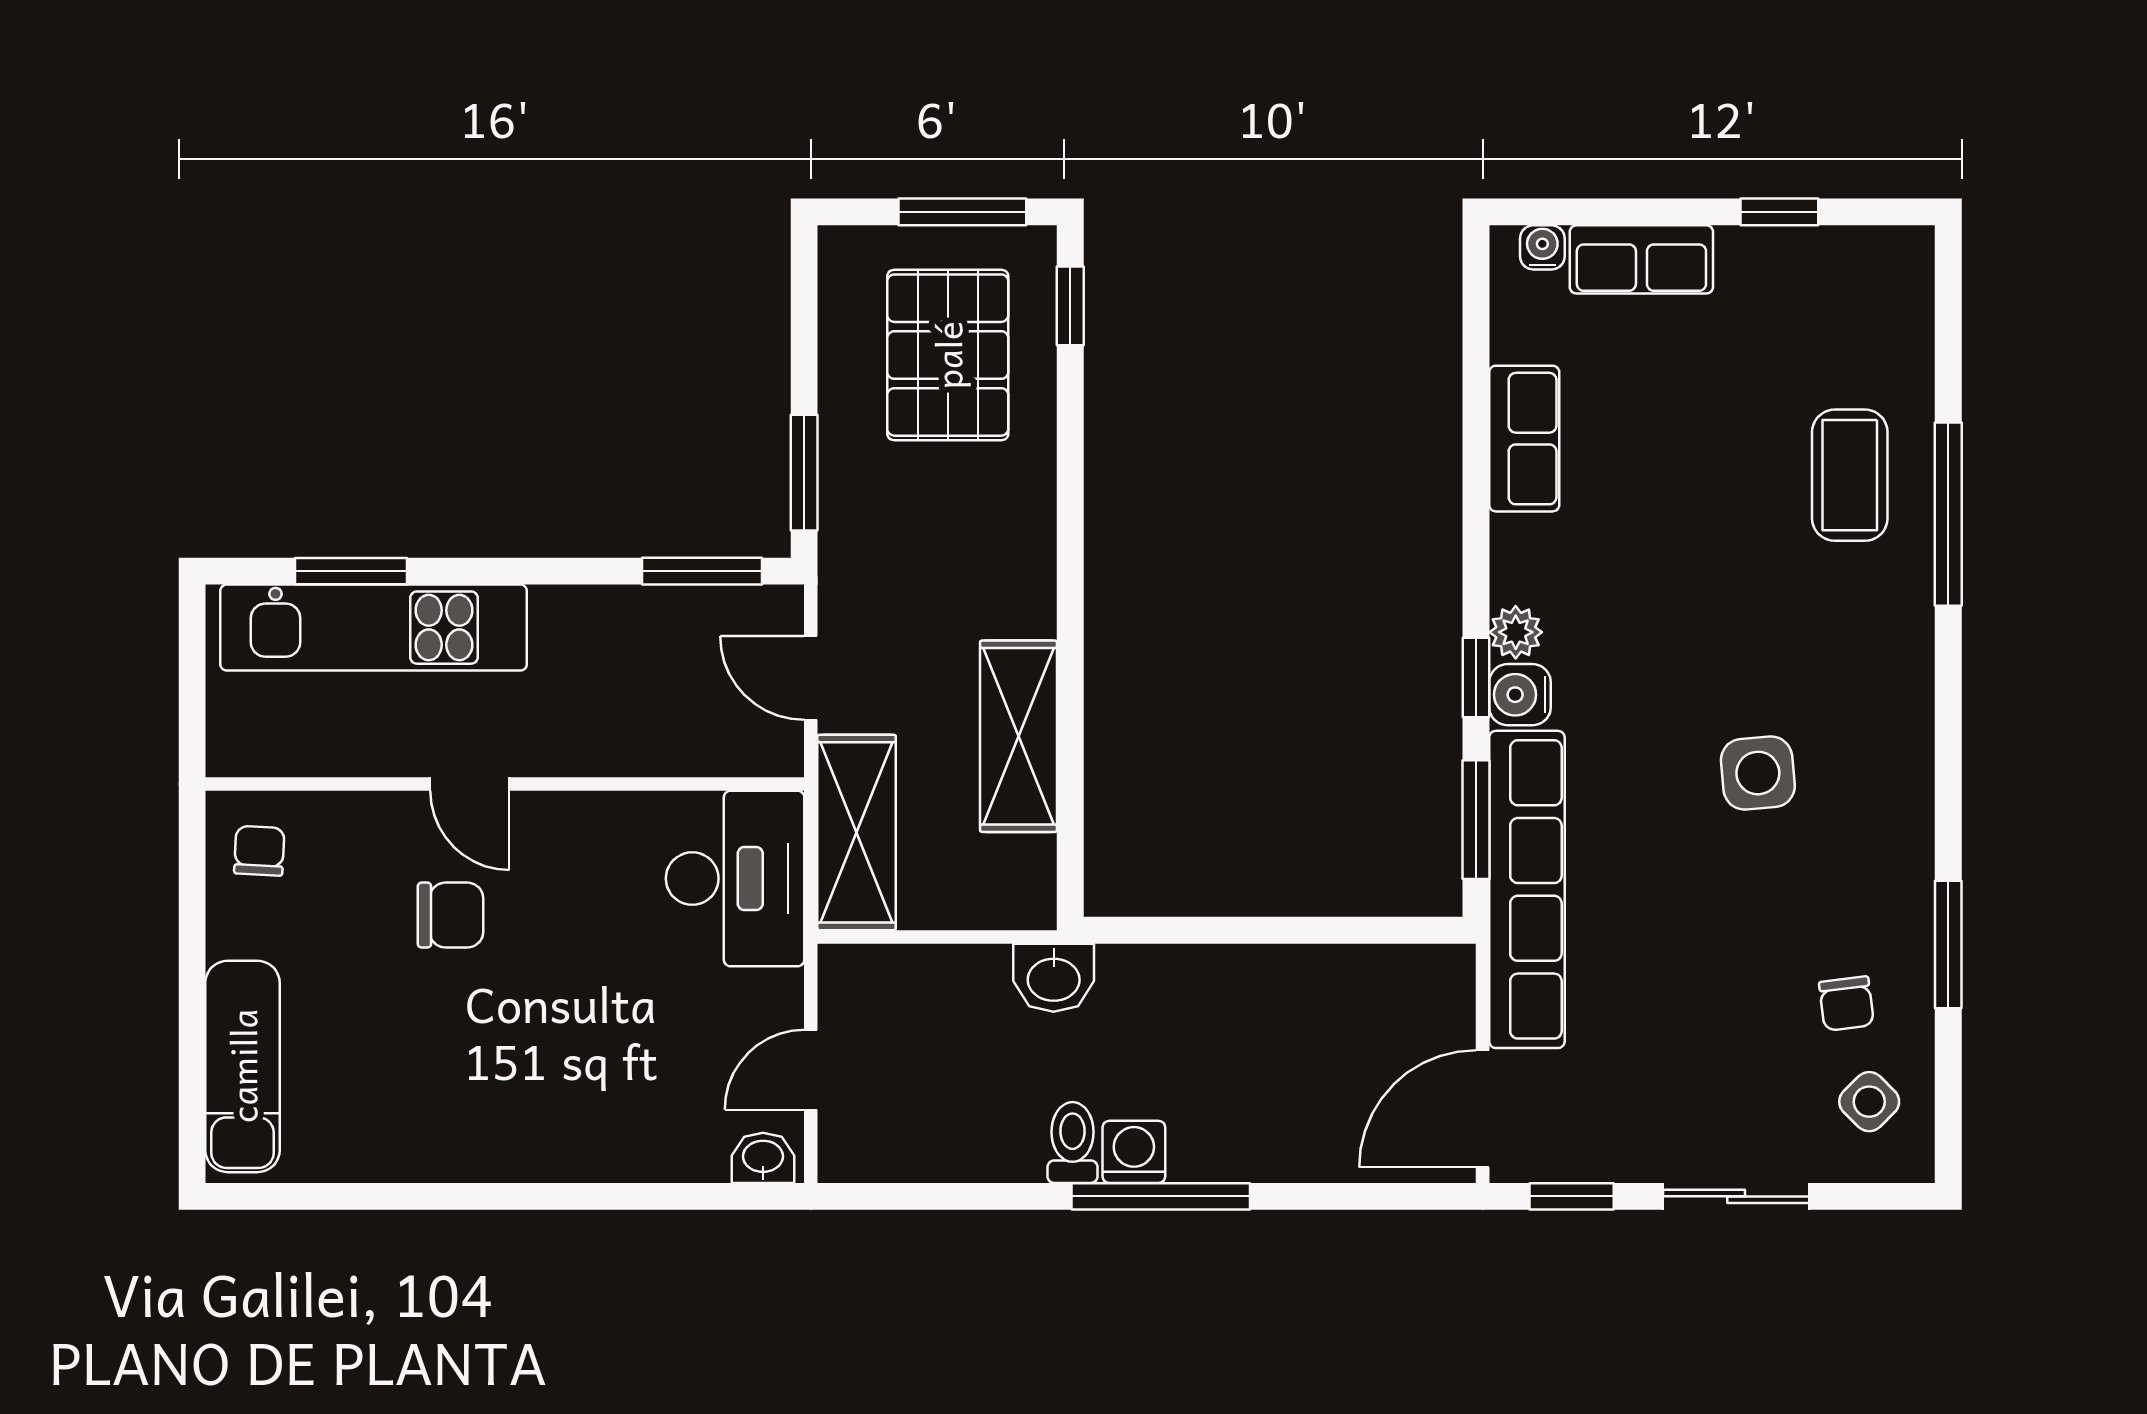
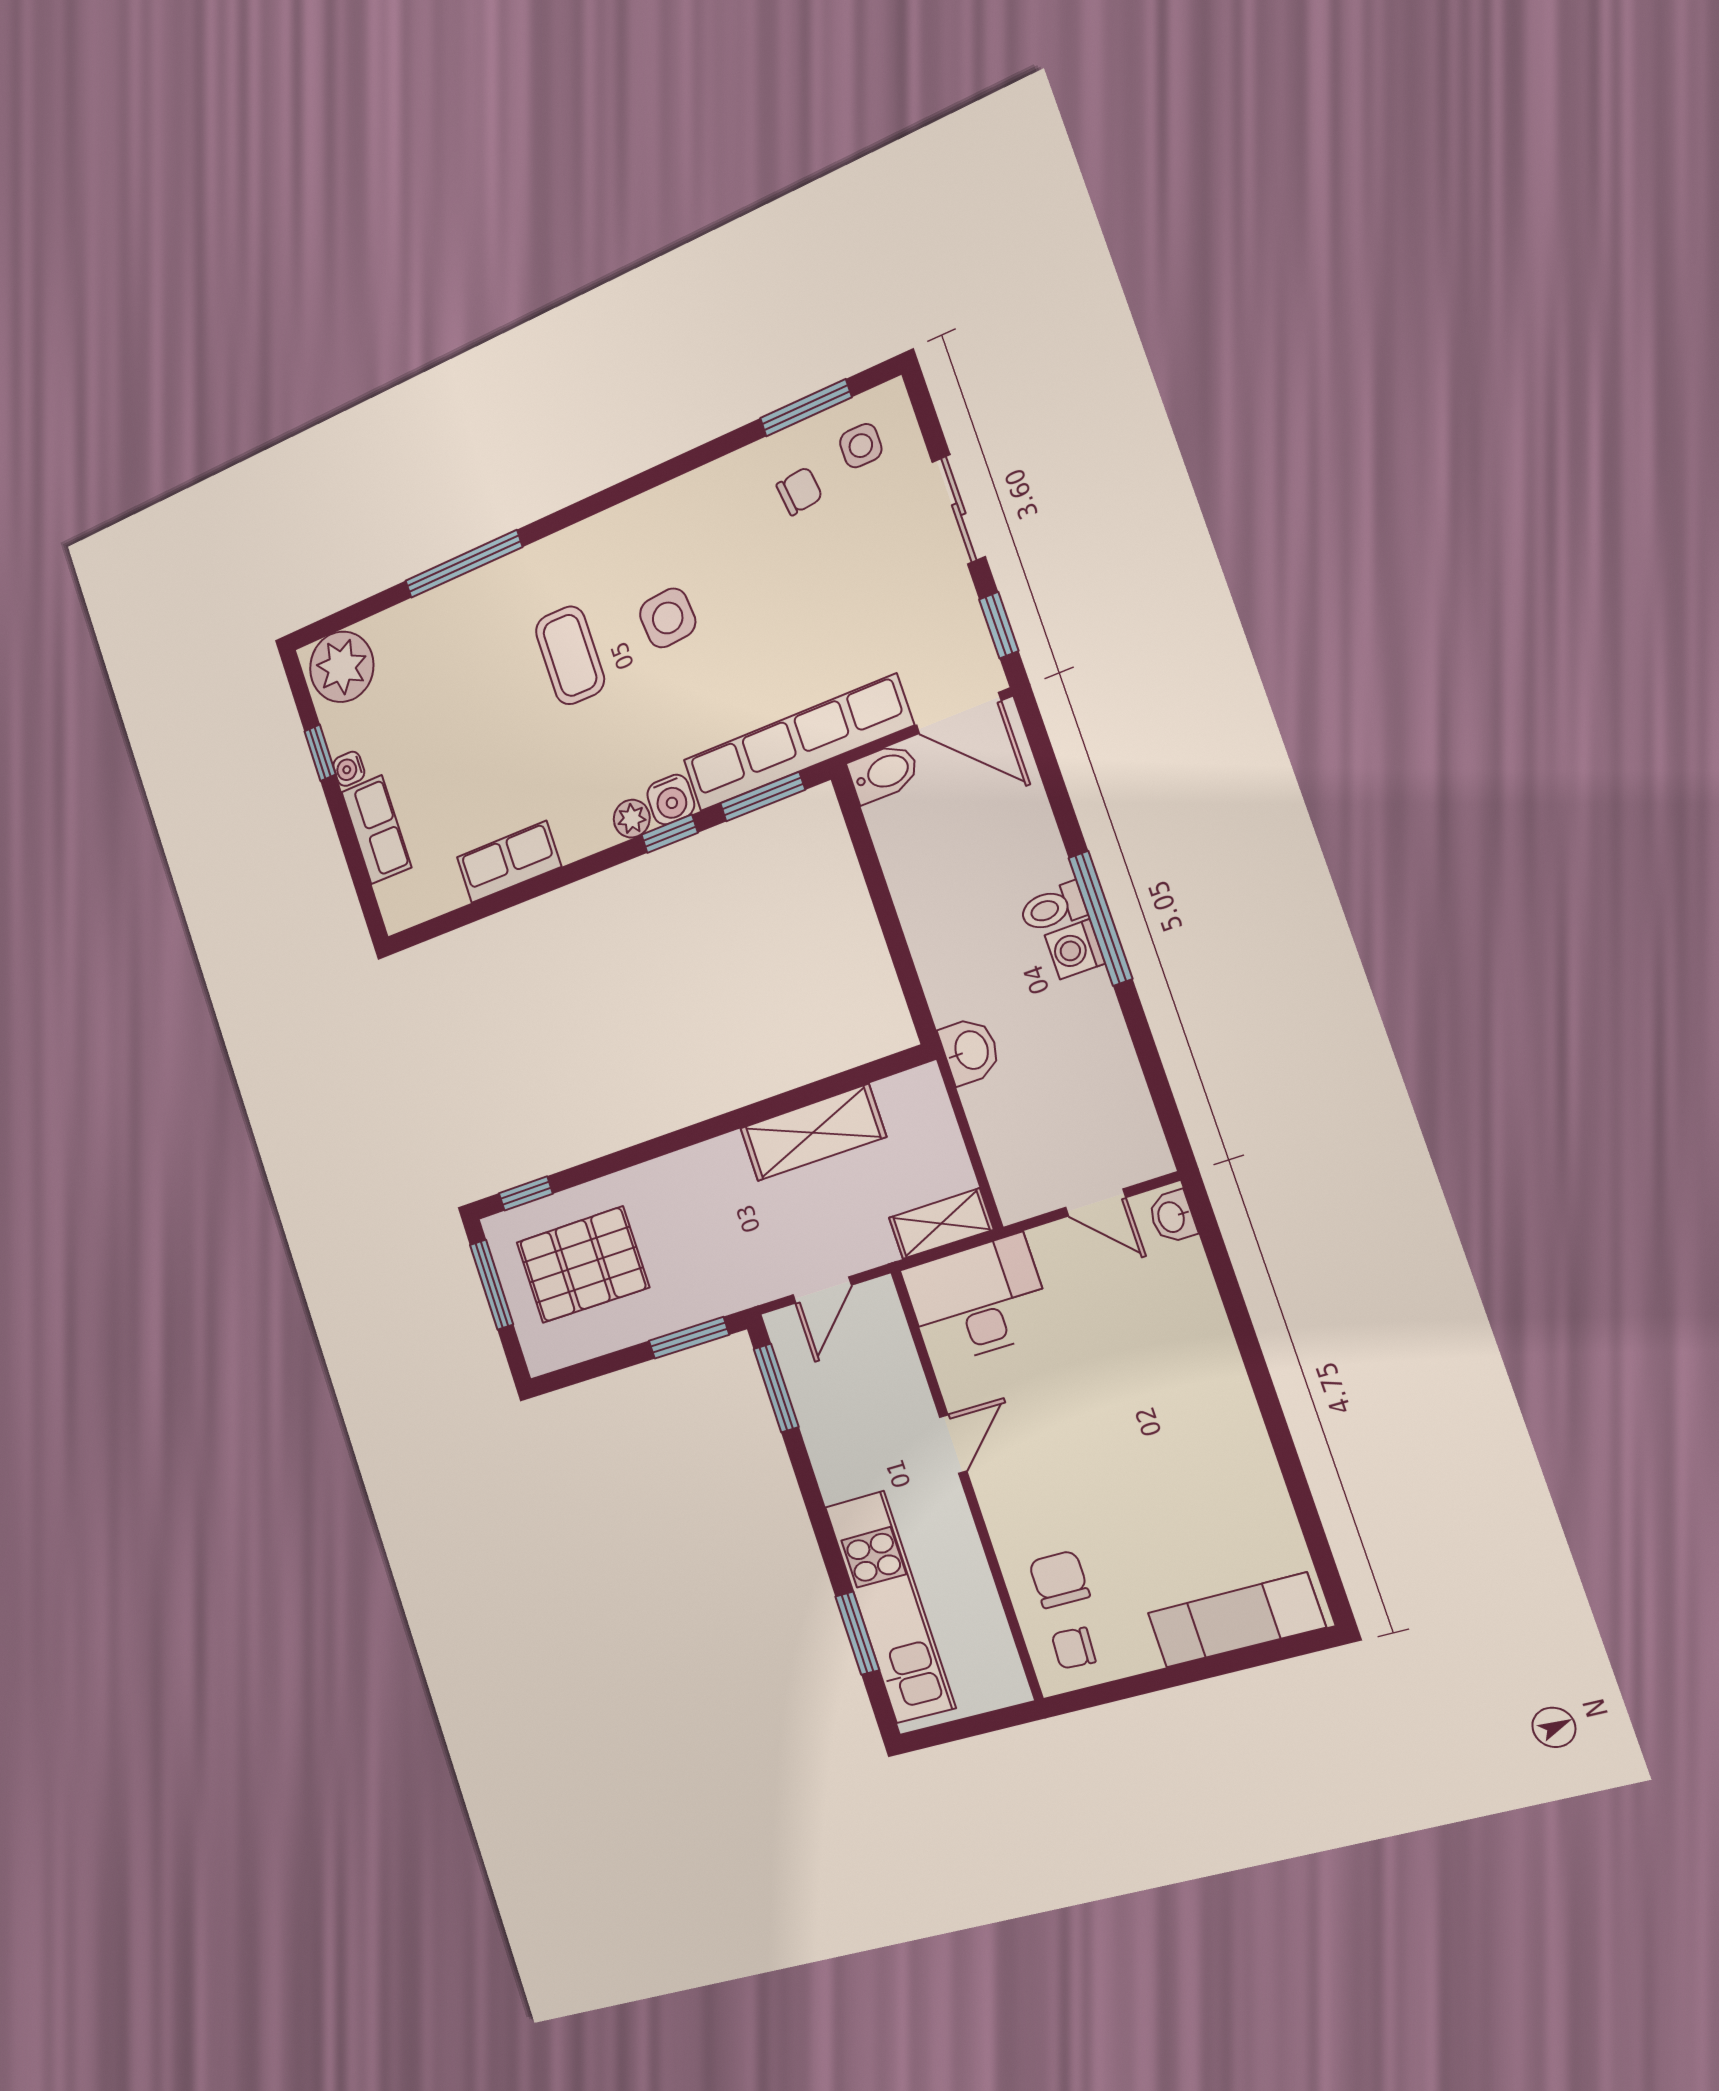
water cooler: (1542, 247) -> (349, 769), moved
plant: (1884, 286) -> (342, 667), added
coffee table: (1850, 475) -> (570, 655), moved, turned 90
door: (470, 784) -> (953, 1444), moved
shelving: (857, 832) -> (941, 1224), width x0.67, depth x0.75
chair: (450, 915) -> (1059, 1579), moved
window: (1948, 945) -> (806, 408), moved
bidet: (1445, 988) -> (884, 773), added
side table: (1869, 1102) -> (861, 446), turned 45
toilet: (1073, 1143) -> (1053, 908), moved

